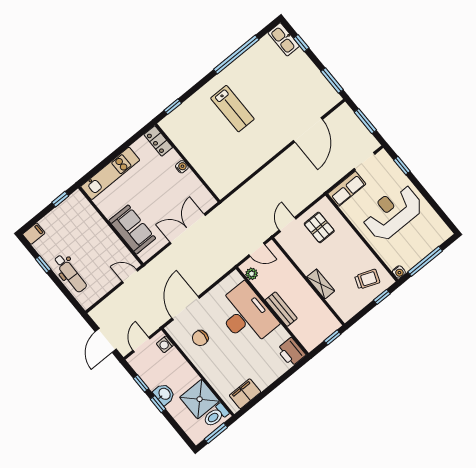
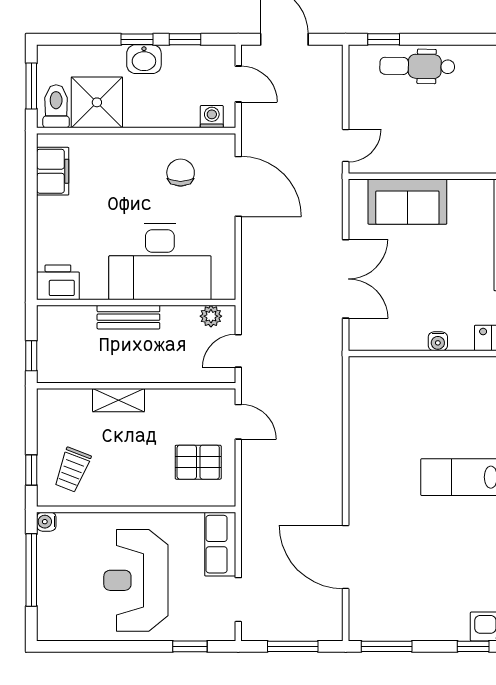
reception desk: (392, 212) -> (136, 580), turned 180
window: (43, 264) -> (384, 39), moved

